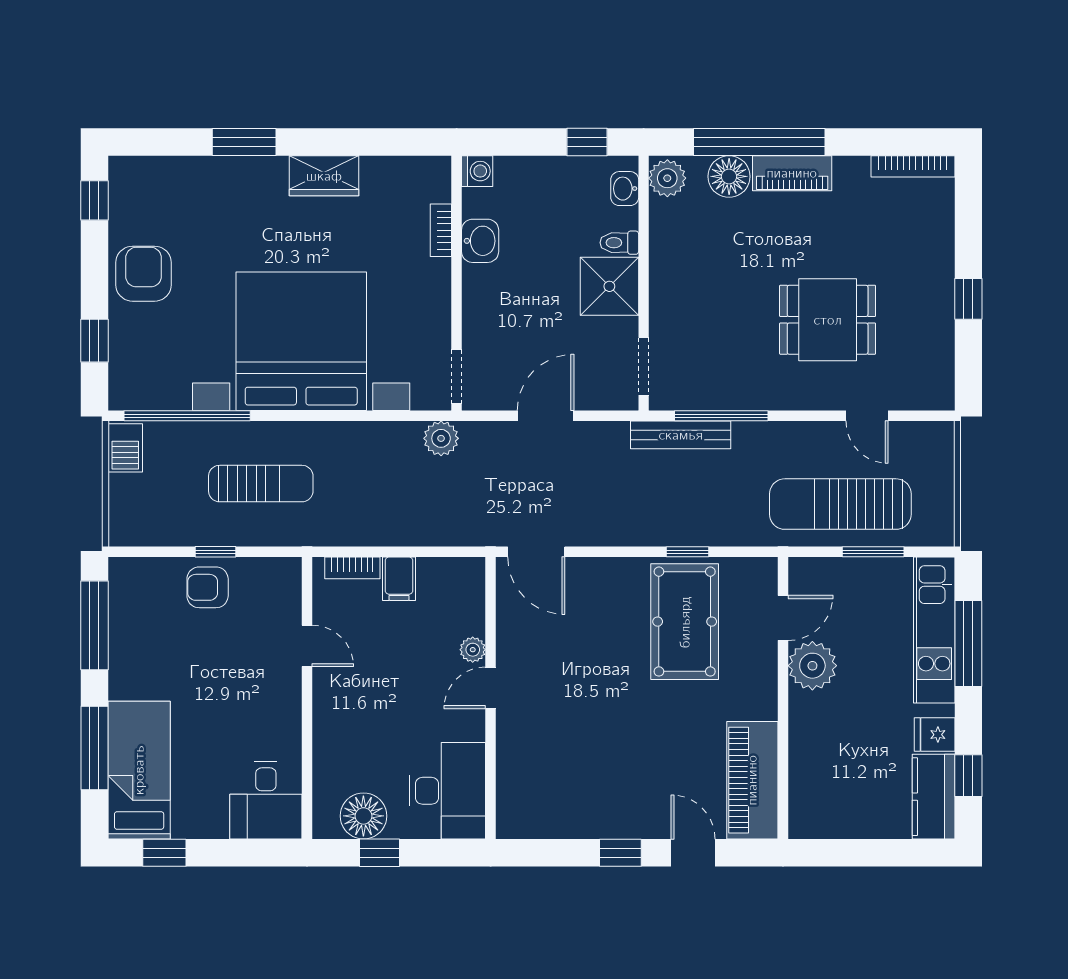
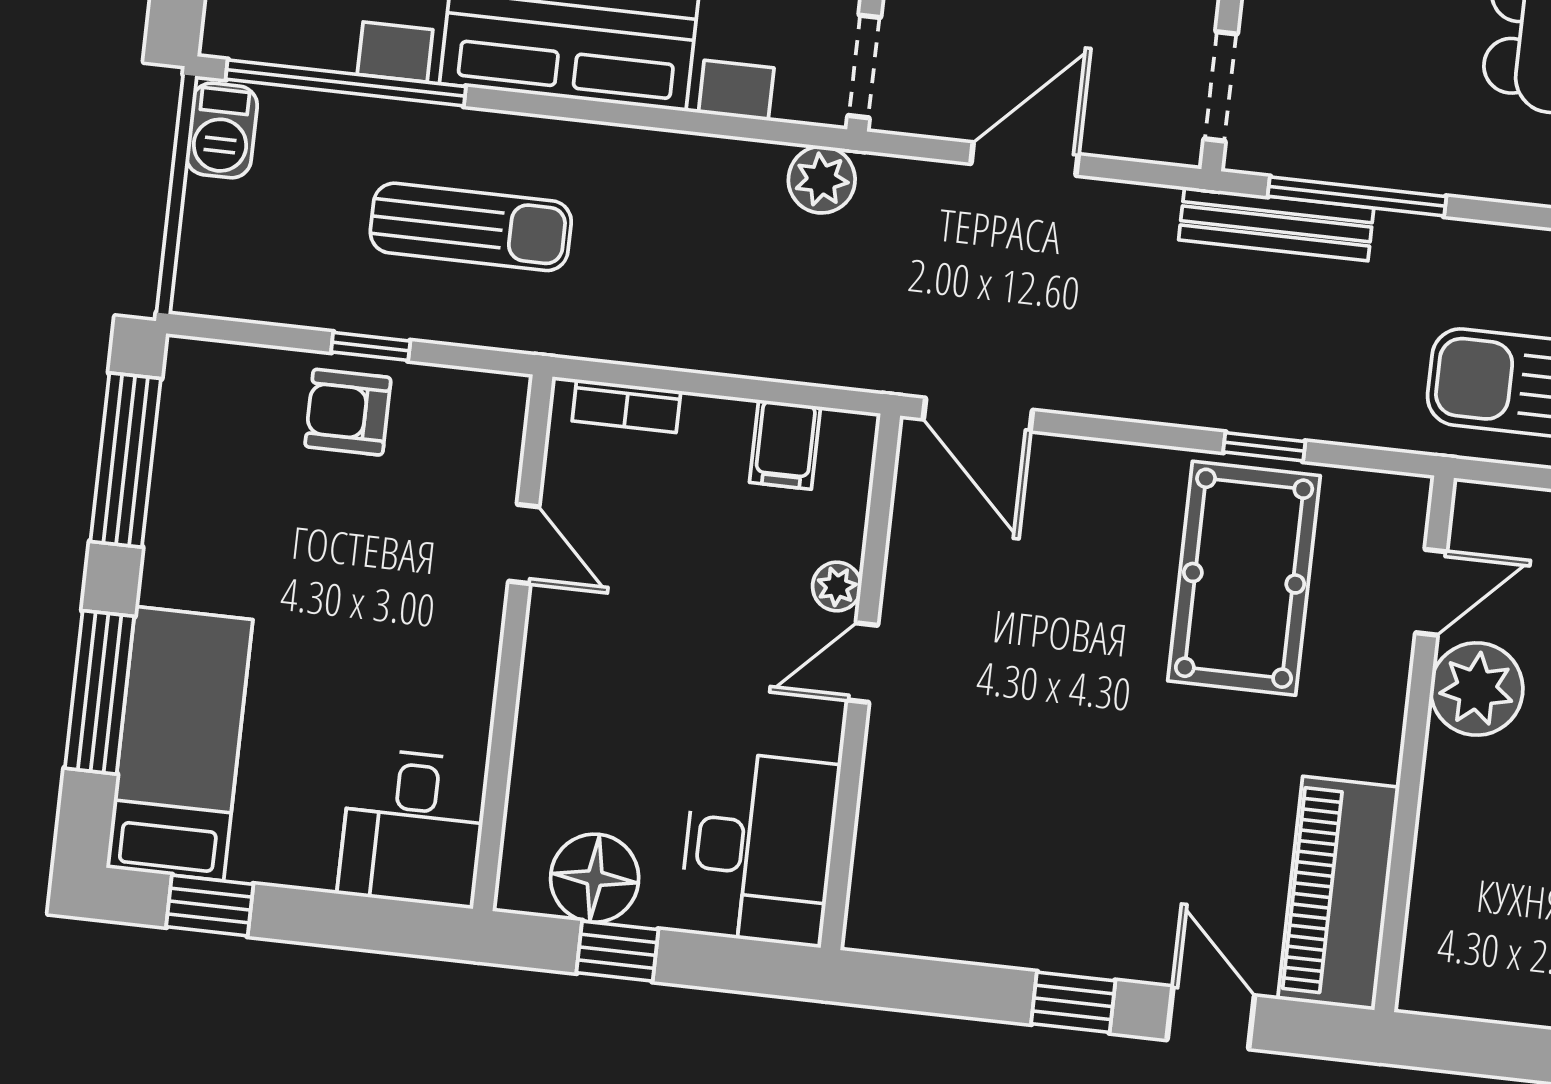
filing cabinet: (399, 579) -> (785, 445), moved

